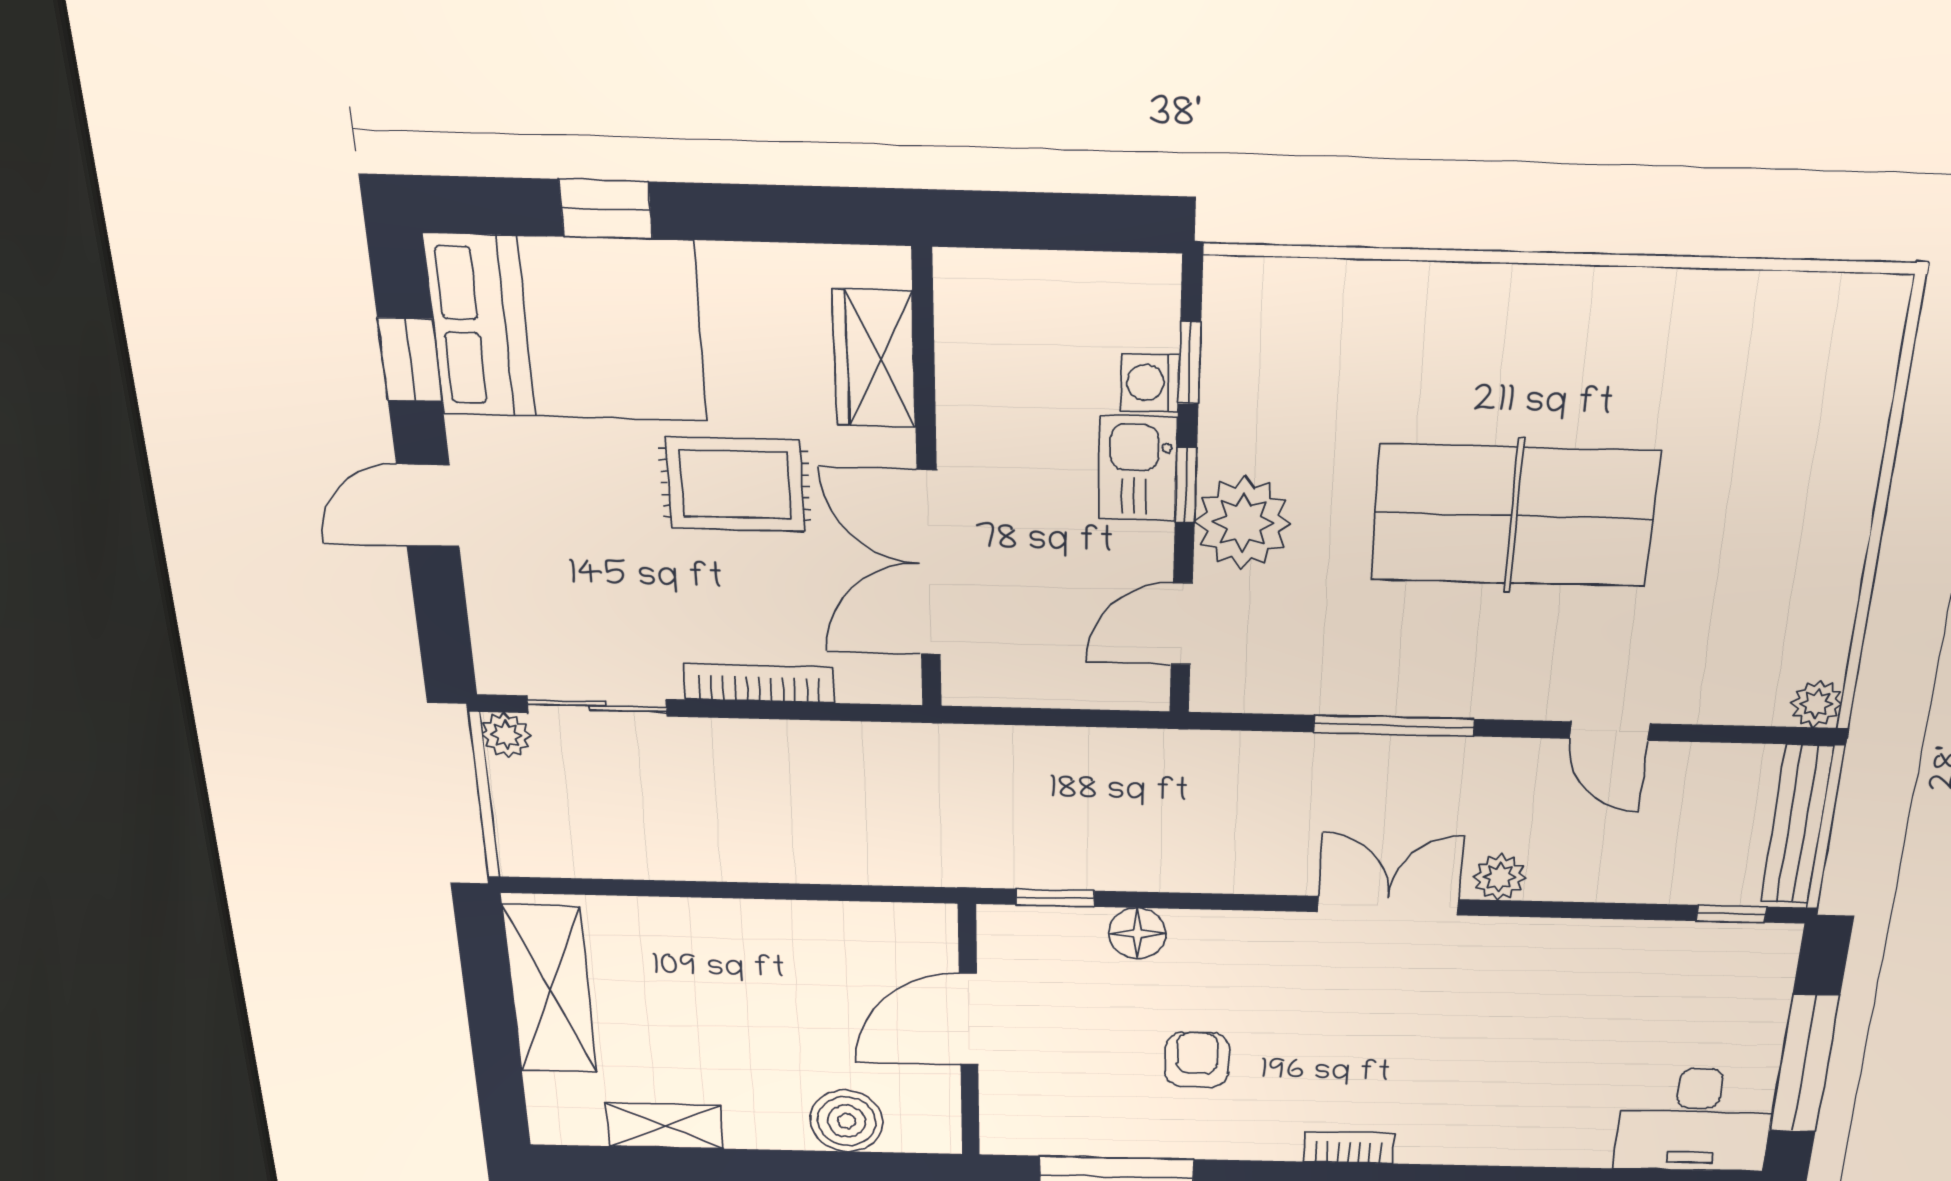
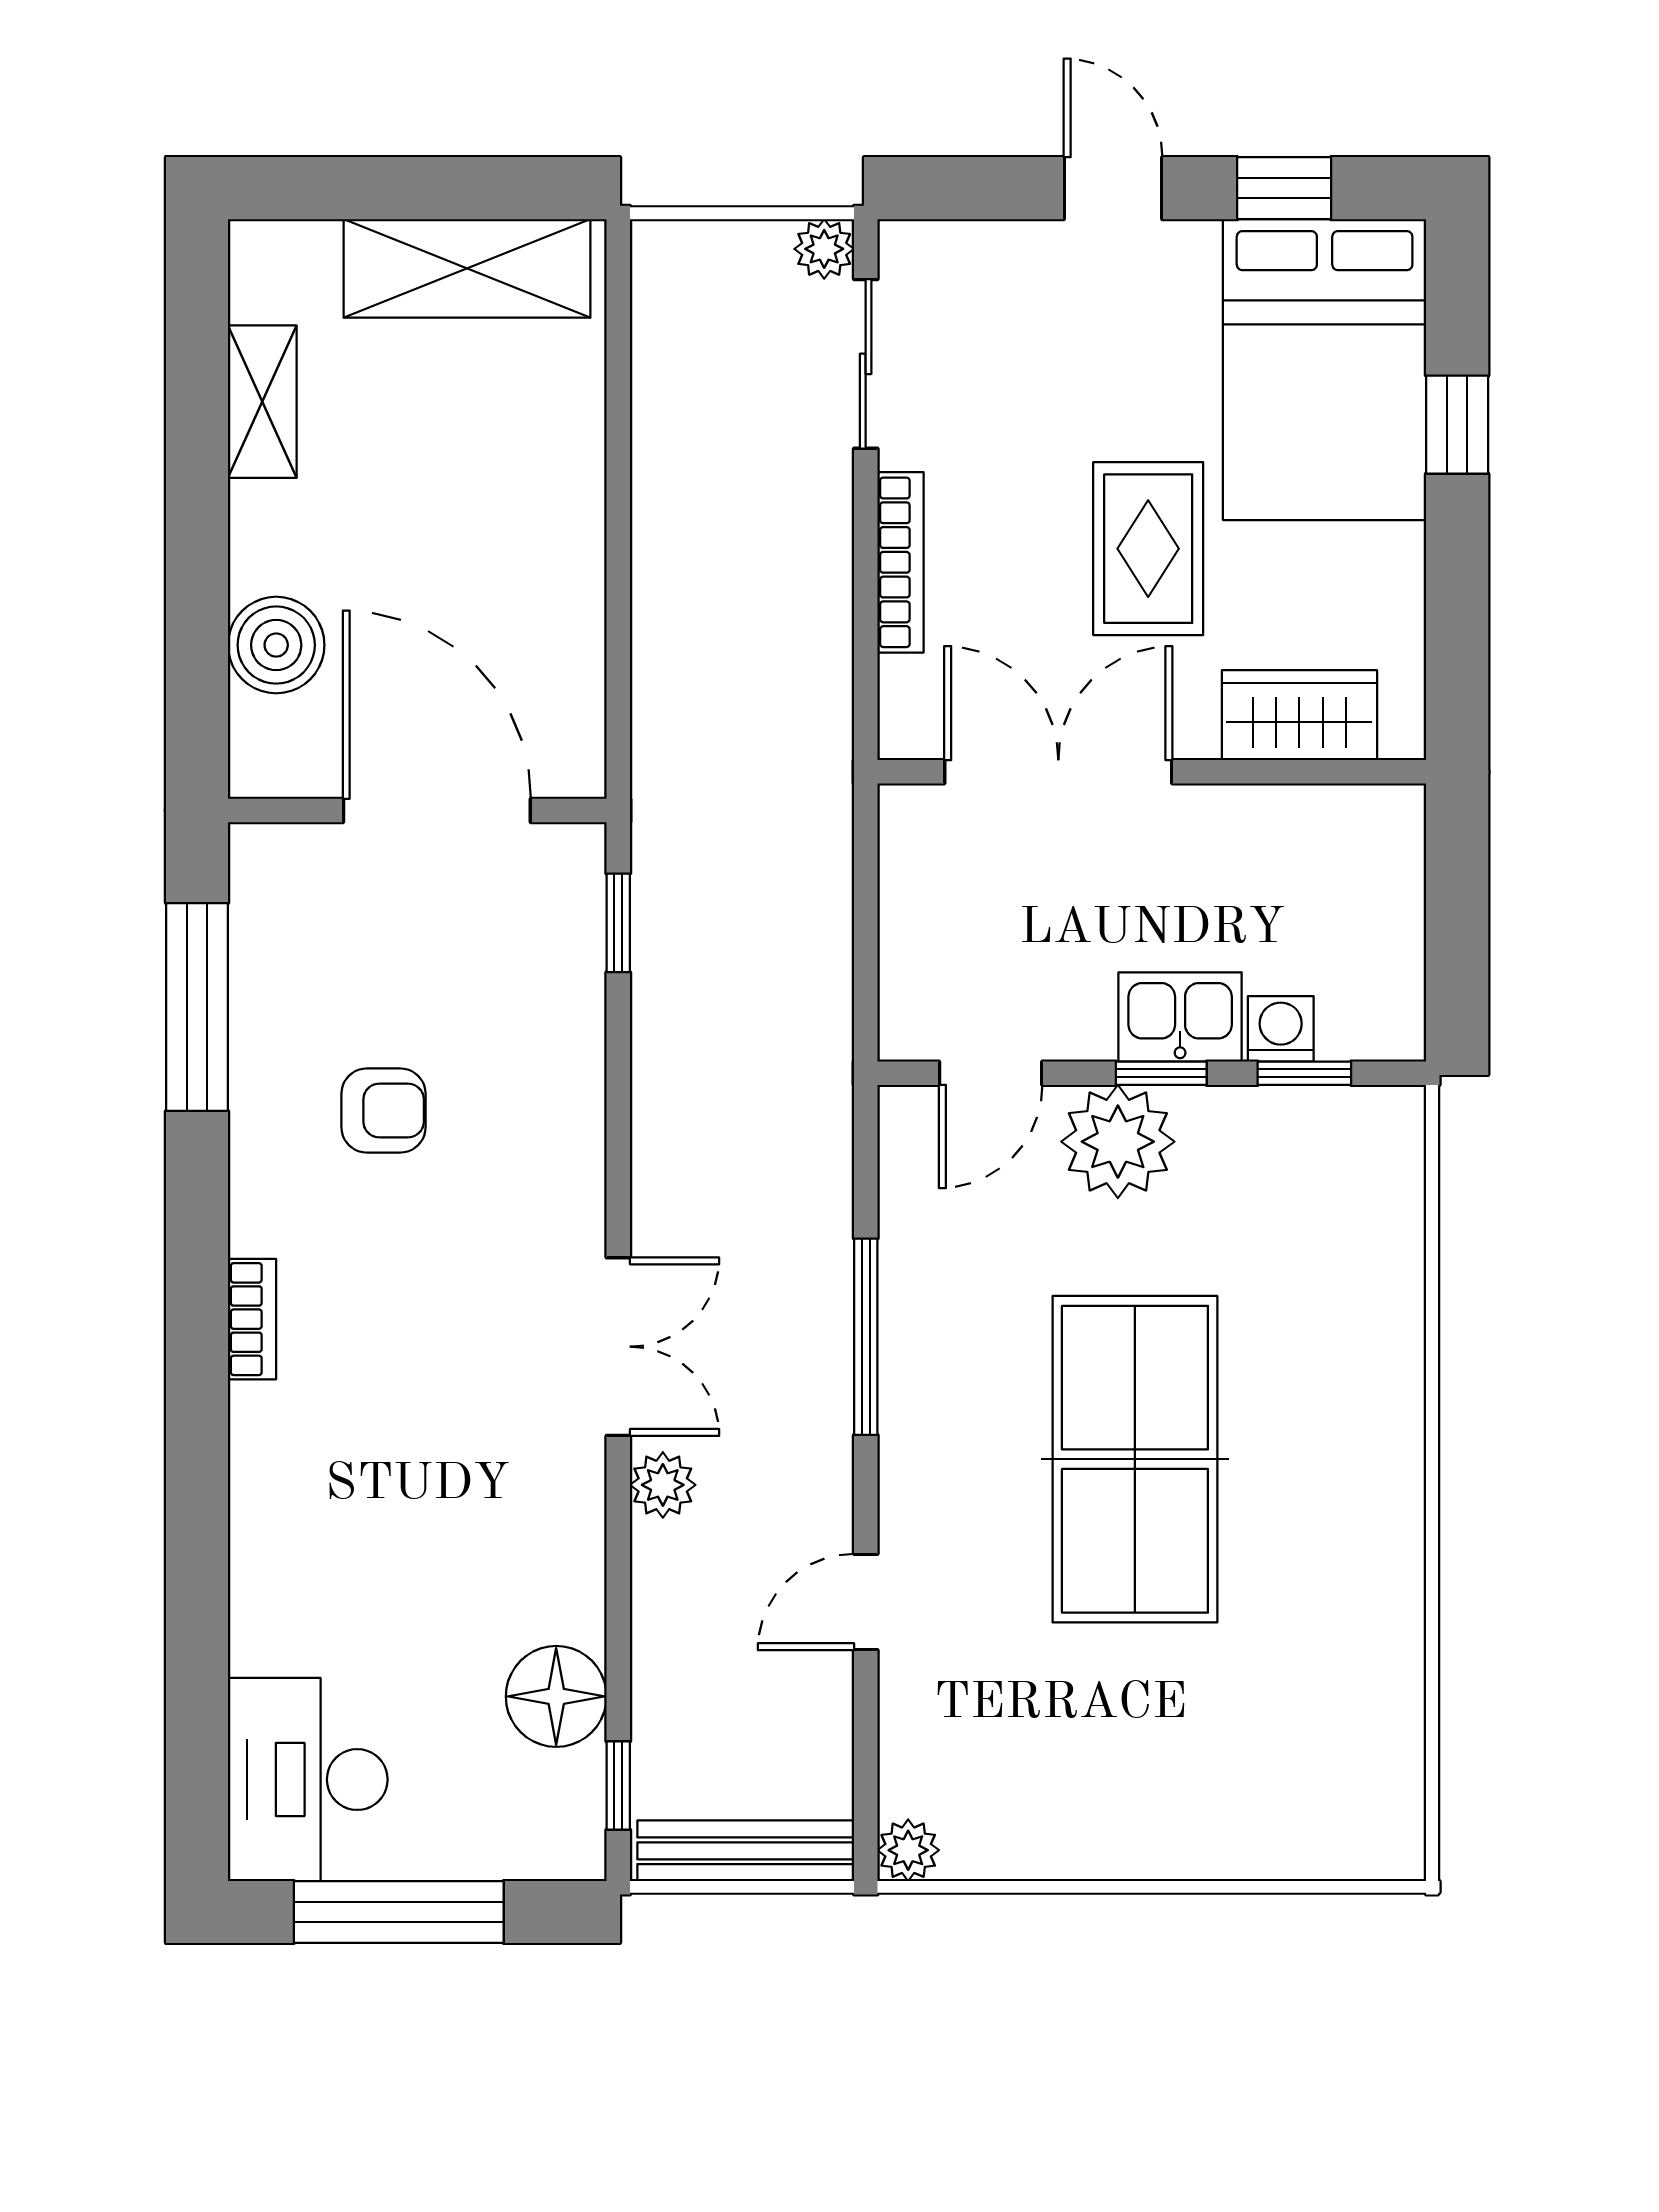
door: (1182, 624) -> (991, 1073), swing flipped
floor lamp: (1137, 933) -> (556, 1696), moved, width x1.38, depth x1.38
door: (969, 1020) -> (437, 810), width x1.36

